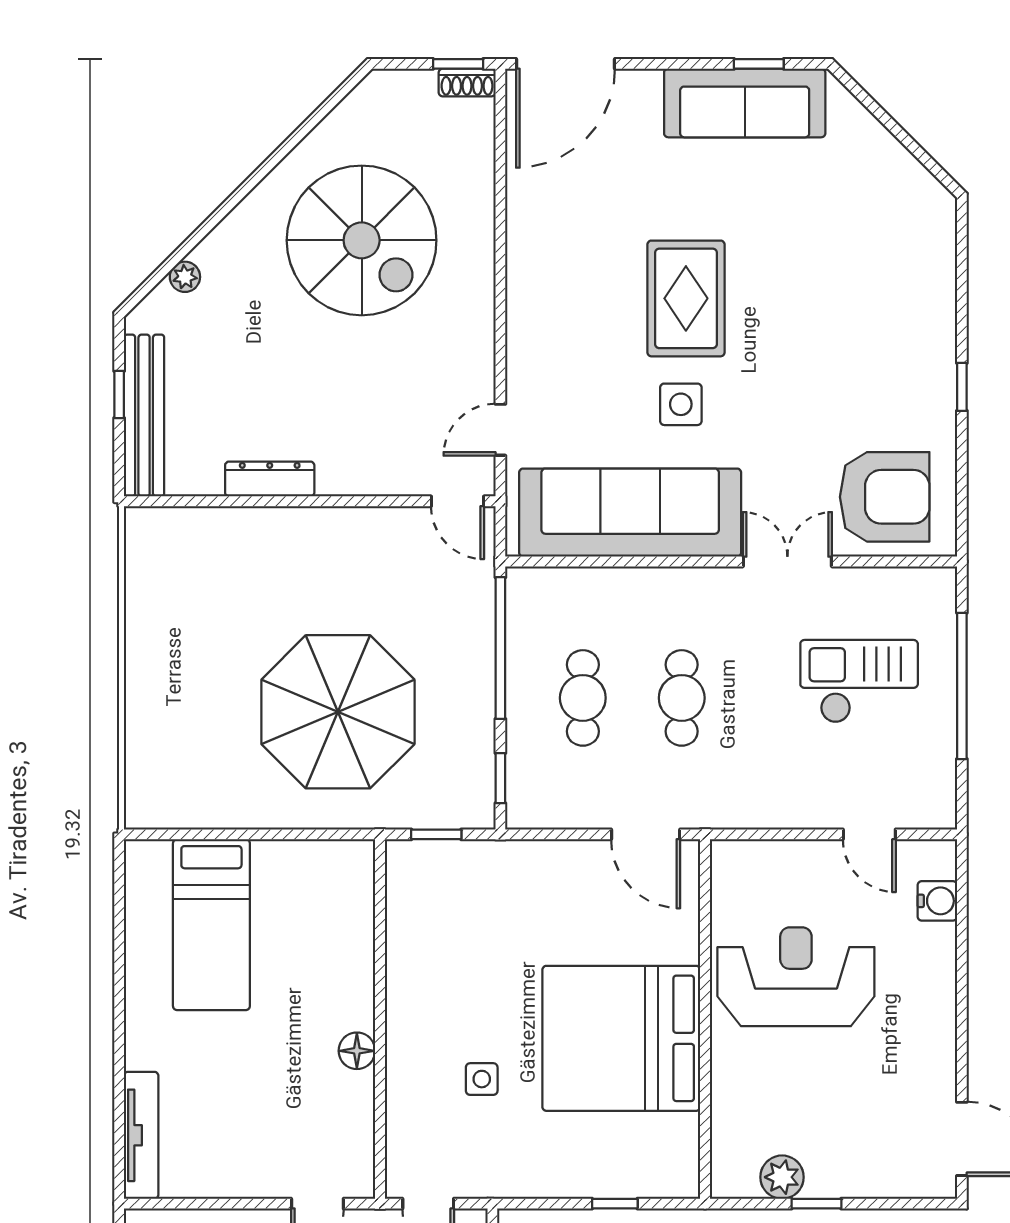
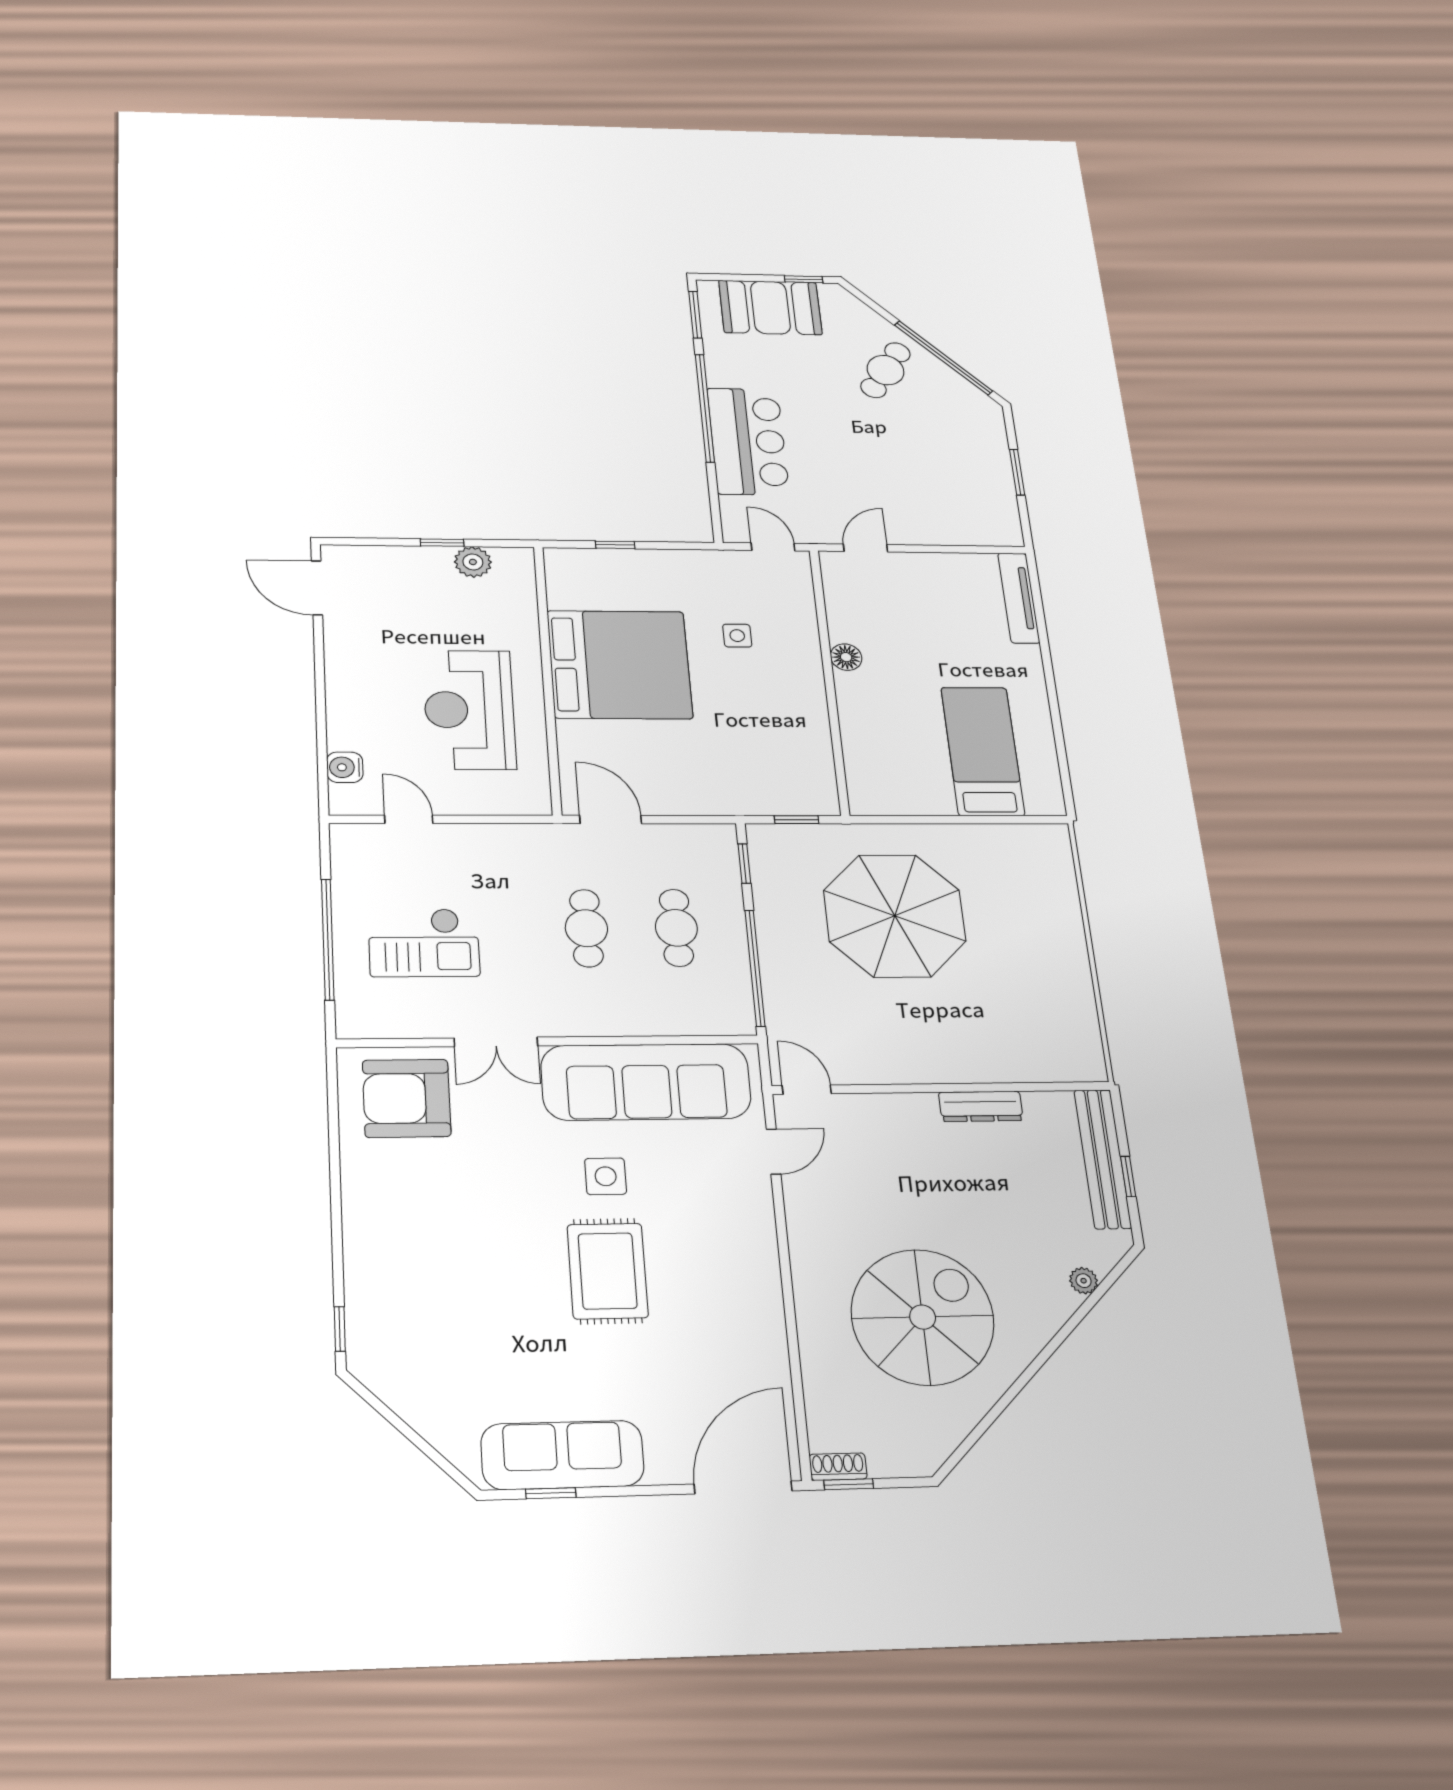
spiral stairs: (362, 240) -> (923, 1317), turned 90
window: (962, 387) -> (340, 1329), moved
reception desk: (796, 977) -> (469, 710), turned 90

